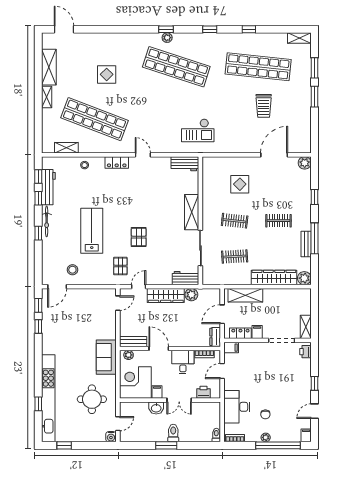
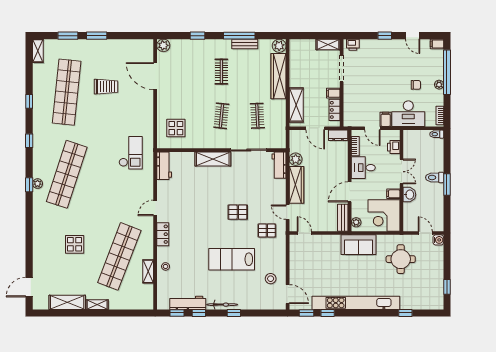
shelving: (66, 148) -> (148, 271), moved
display table: (240, 184) -> (176, 128), moved
filing cabinet: (231, 348) -> (386, 119), moved
kitchen unit: (48, 398) -> (356, 303), moved

